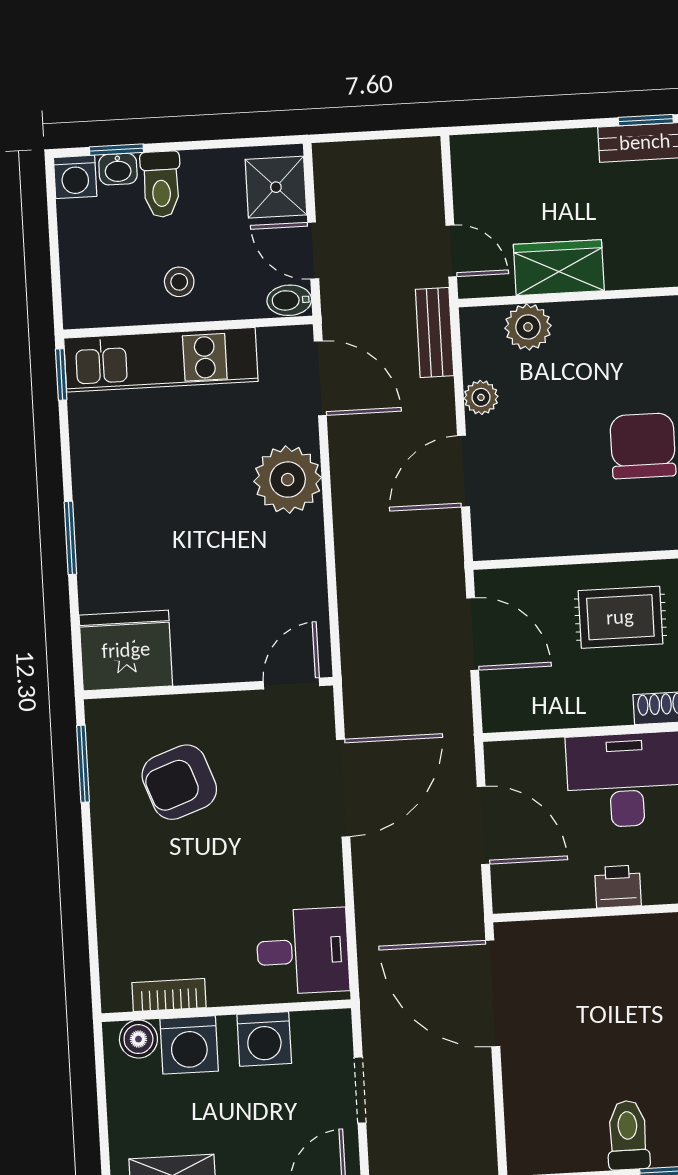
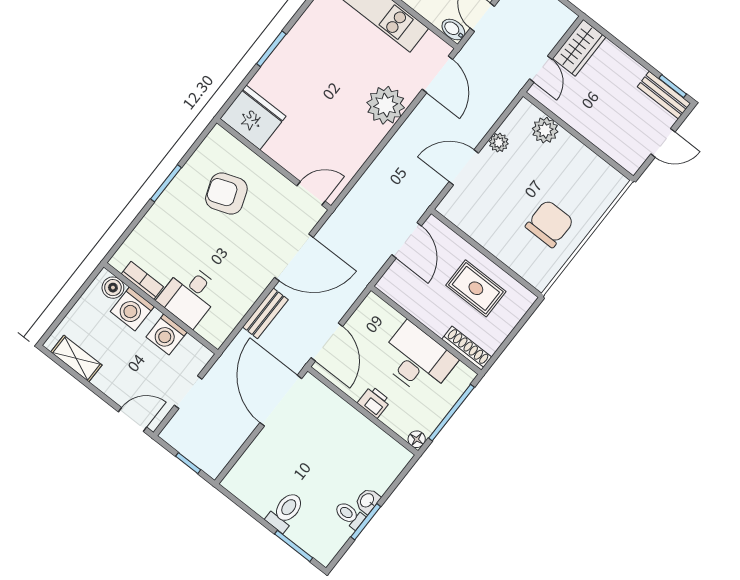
wardrobe: (559, 268) -> (579, 48), moved, turned 90
bench: (435, 332) -> (265, 313), moved
window: (83, 764) -> (166, 183), moved
door: (483, 825) -> (327, 342), moved
desk: (303, 951) -> (190, 295), moved, turned 90

